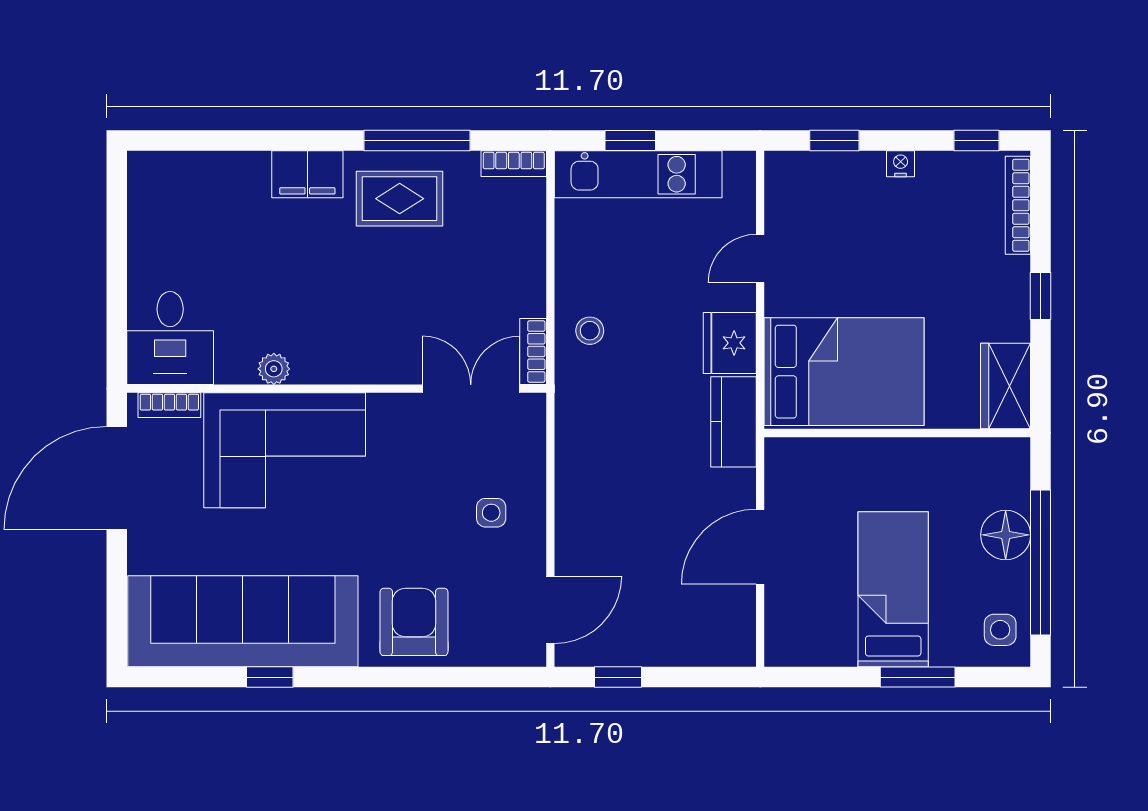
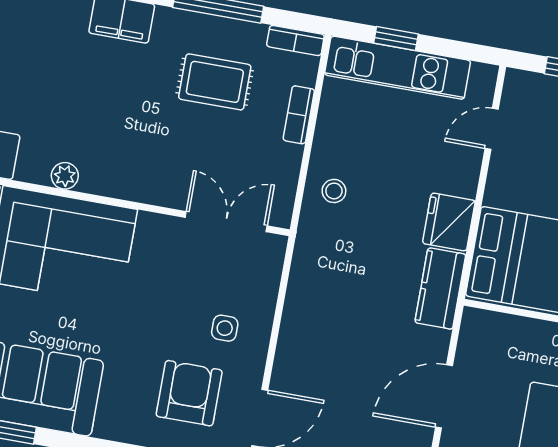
rug: (400, 199) -> (215, 82), moved
door: (760, 258) -> (492, 129), moved
bookcase: (533, 351) -> (299, 115), moved
armchair: (414, 622) -> (189, 393), moved

